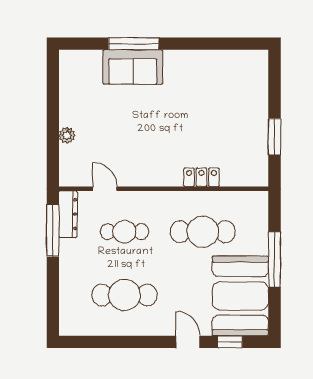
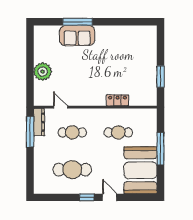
plant: (67, 135) -> (43, 72), width x1.87, depth x1.87
cafe table: (203, 232) -> (118, 132), width x0.73, depth x0.74
window: (230, 342) -> (87, 197), moved

